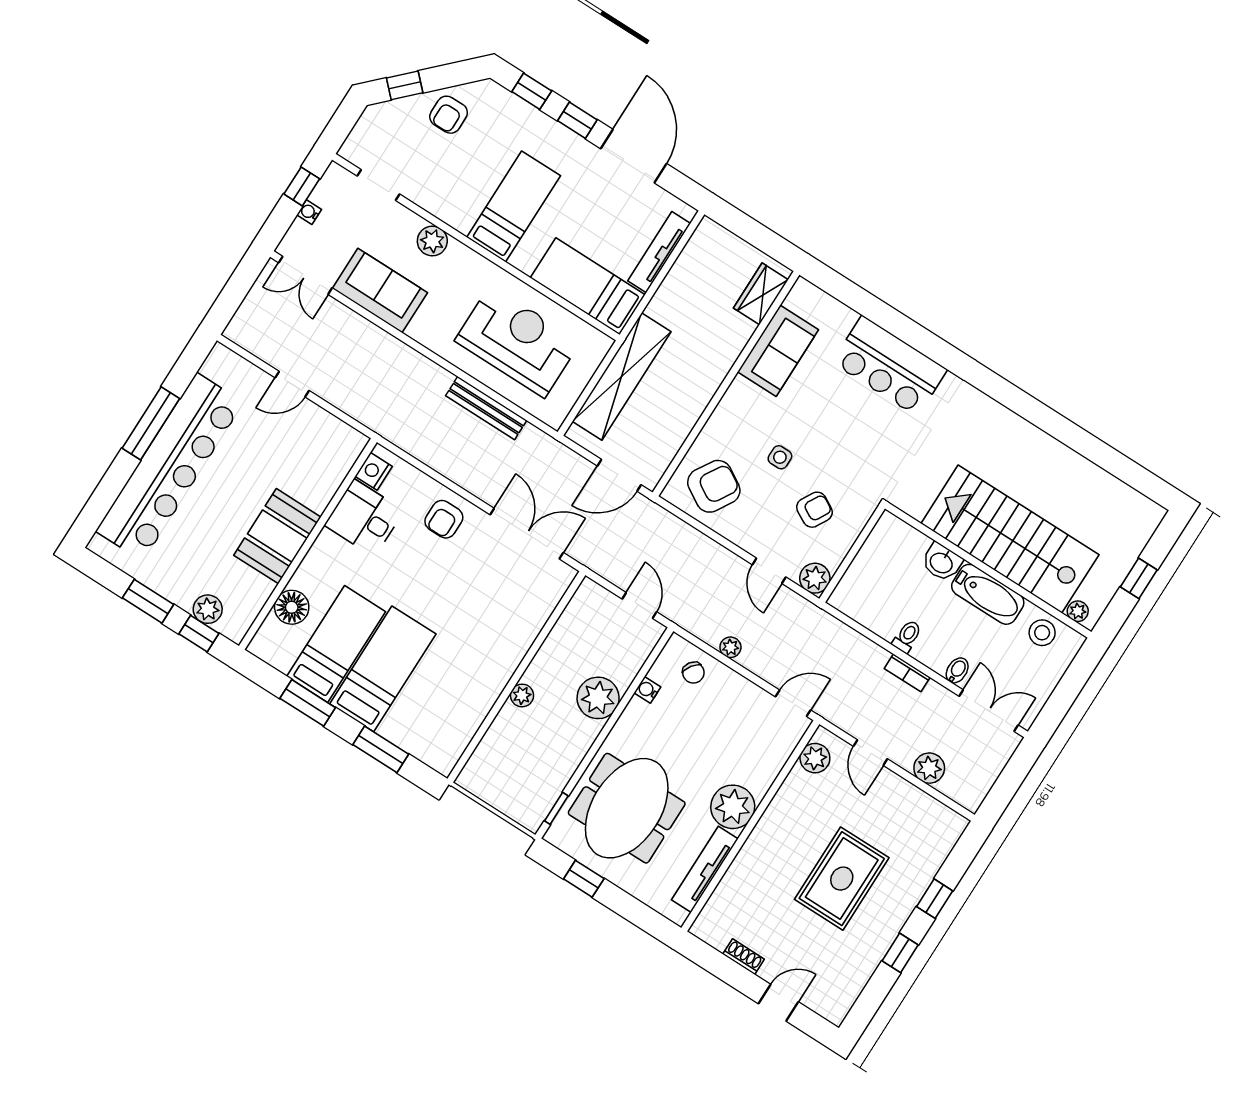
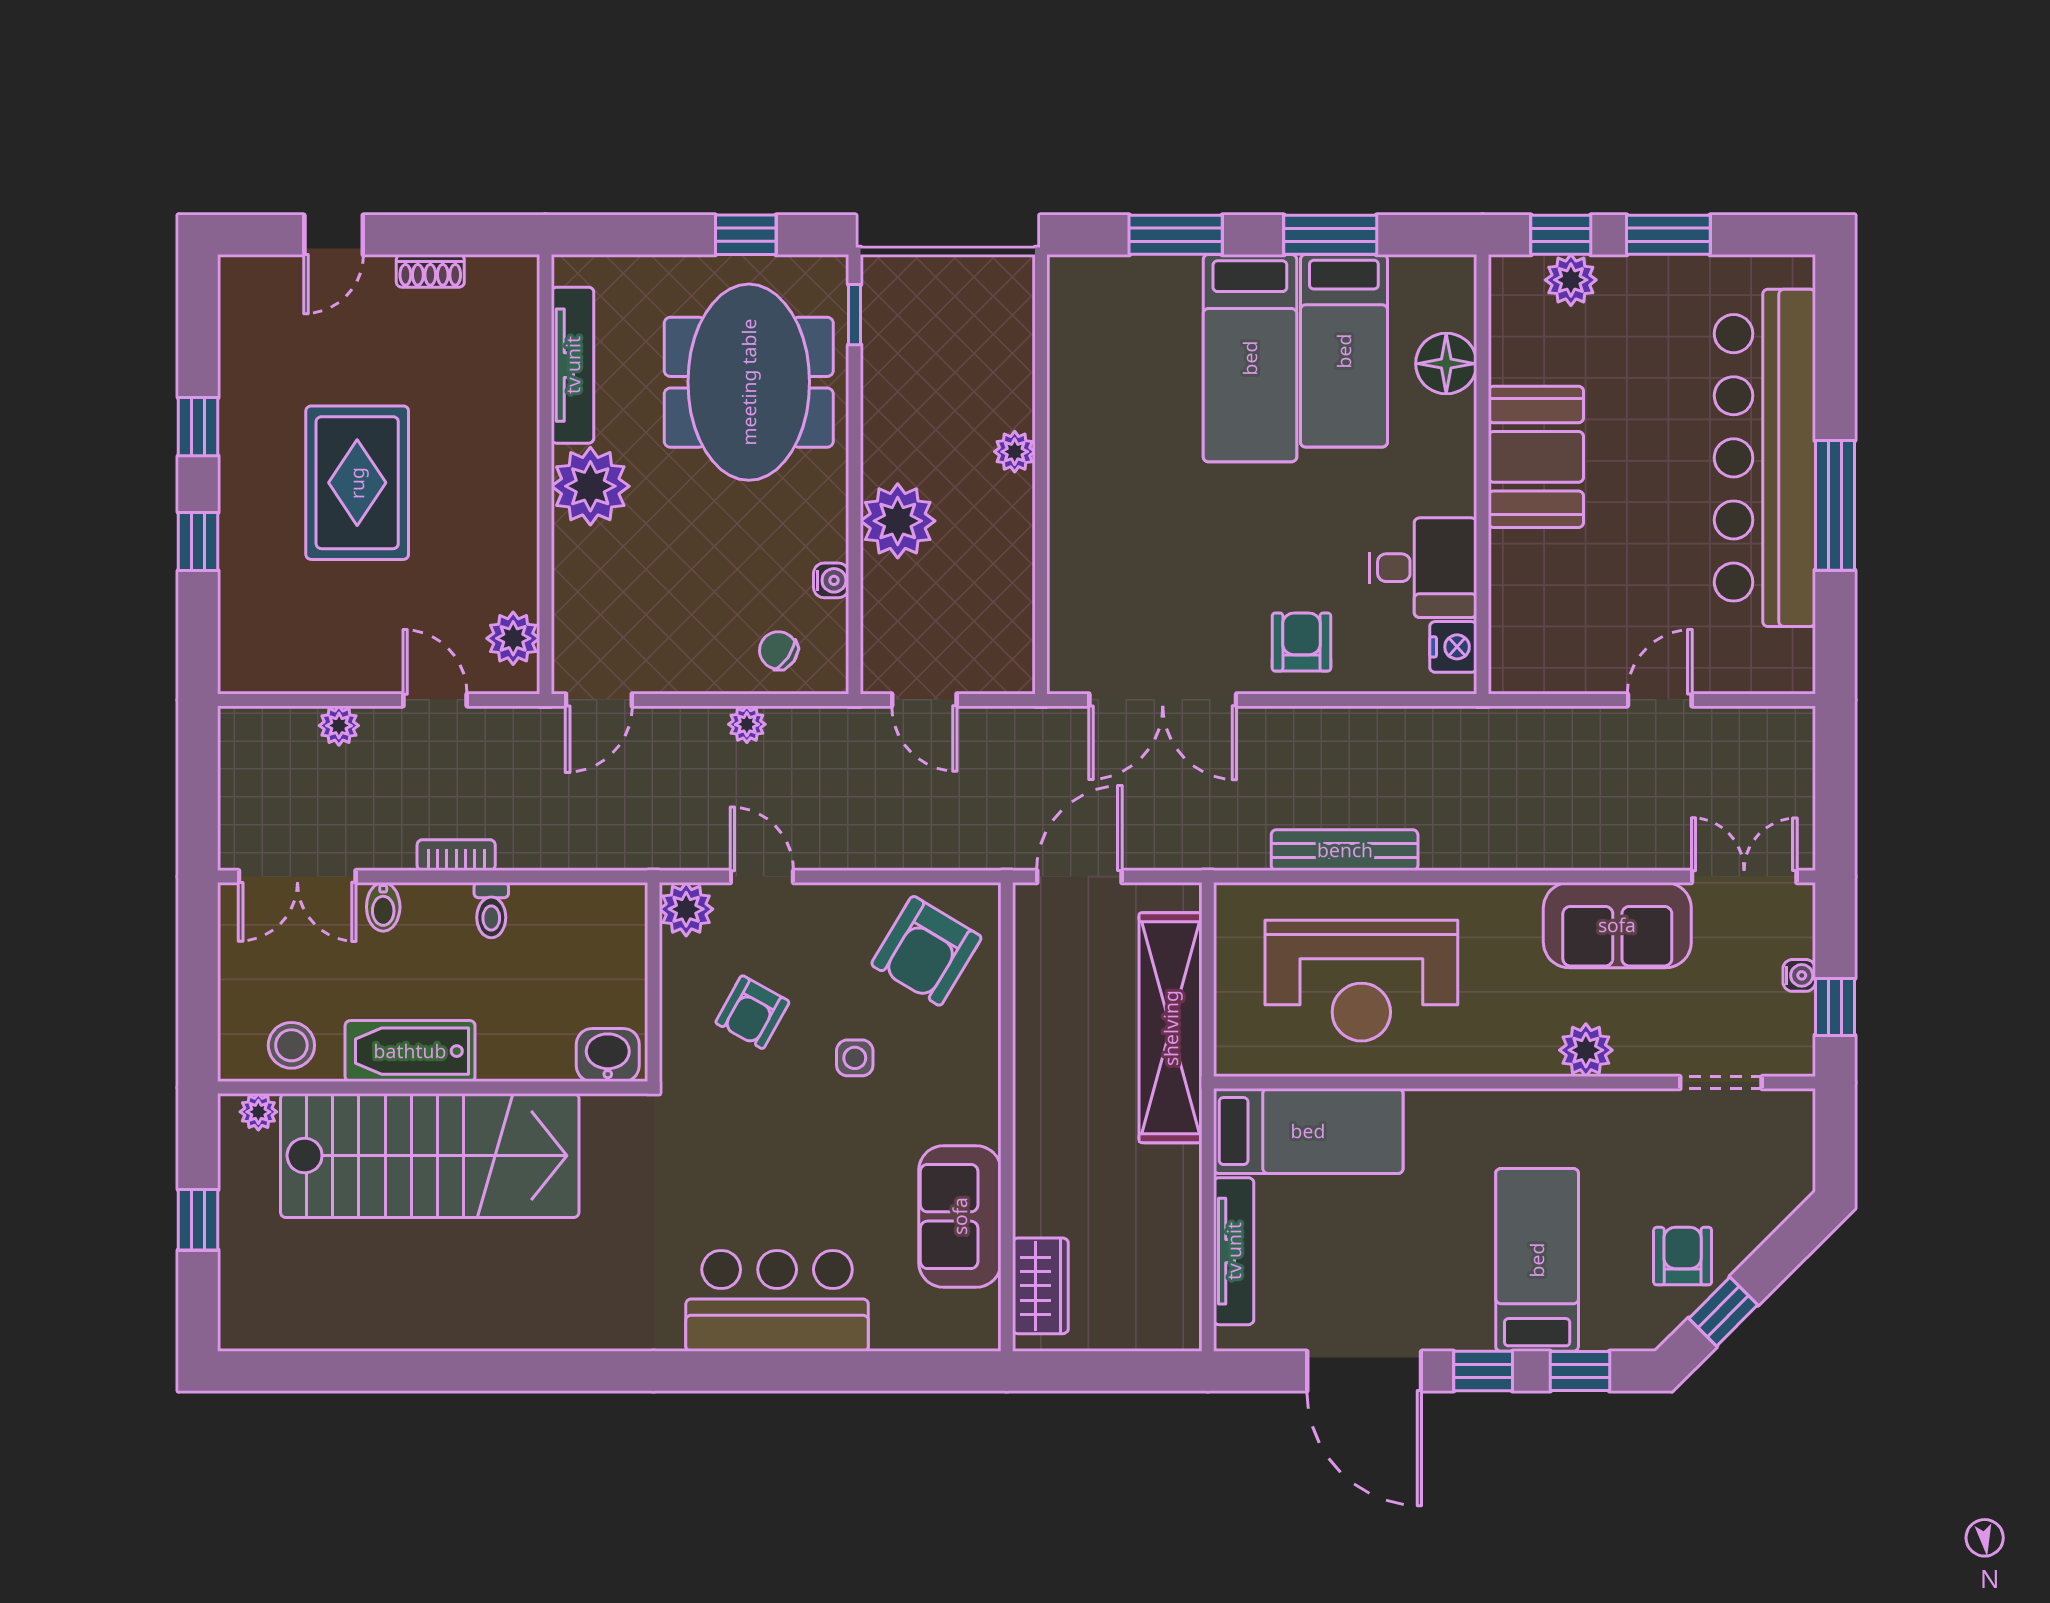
window: (405, 85) -> (1723, 1312), moved
bed: (514, 206) -> (1537, 1260), moved, turned 180
washbasin: (942, 562) -> (608, 1055), moved
plant: (929, 768) -> (339, 726), width x0.73, depth x0.73

